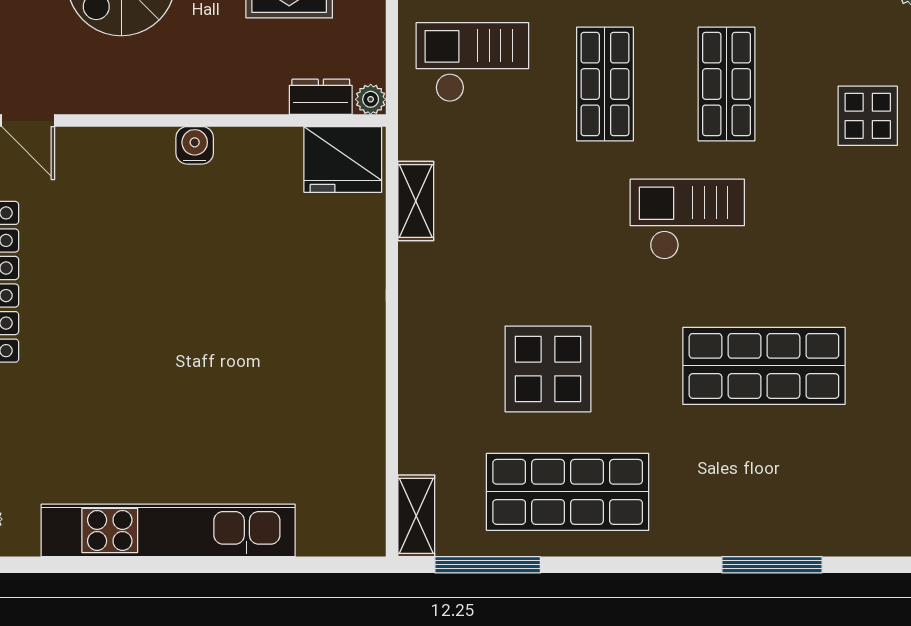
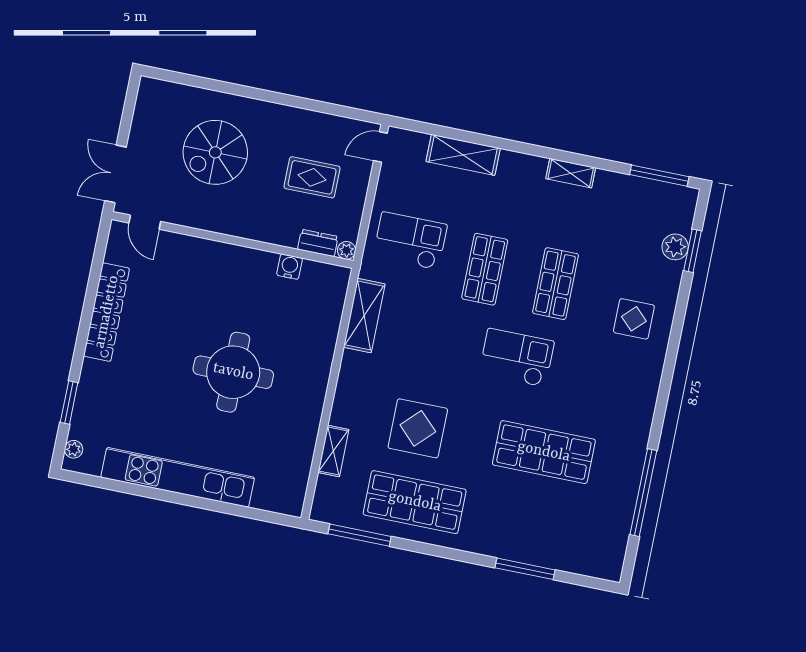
water cooler: (195, 145) -> (290, 267), moved
fridge: (343, 159) -> (323, 282), removed
shelving: (416, 201) -> (364, 316), width x1.50, depth x1.33
round table: (224, 338) -> (233, 372), added
shelving: (416, 516) -> (333, 451), moved

